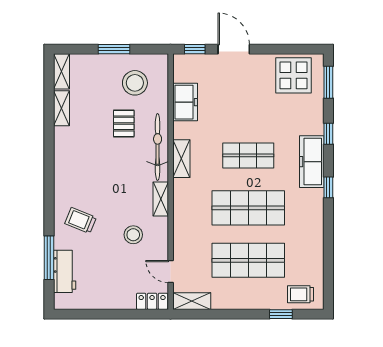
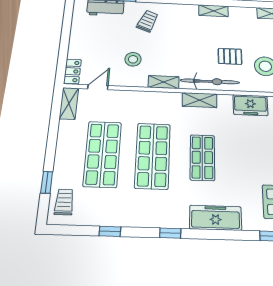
shelving: (61, 108) -> (214, 11), moved
window: (328, 134) -> (110, 231), moved
freezer: (312, 162) -> (216, 218), moved

